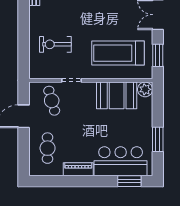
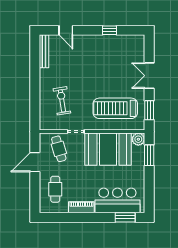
exercise bike: (55, 44) -> (62, 101), turned 81
booth: (117, 95) -> (108, 149), width x1.36, depth x1.42
window: (158, 139) -> (149, 155), moved

